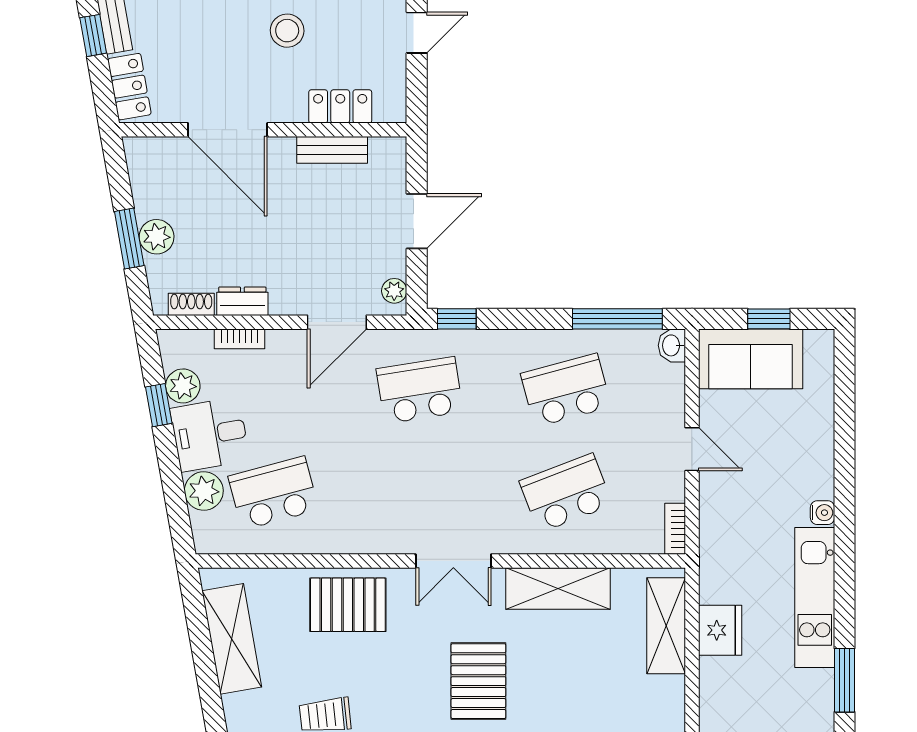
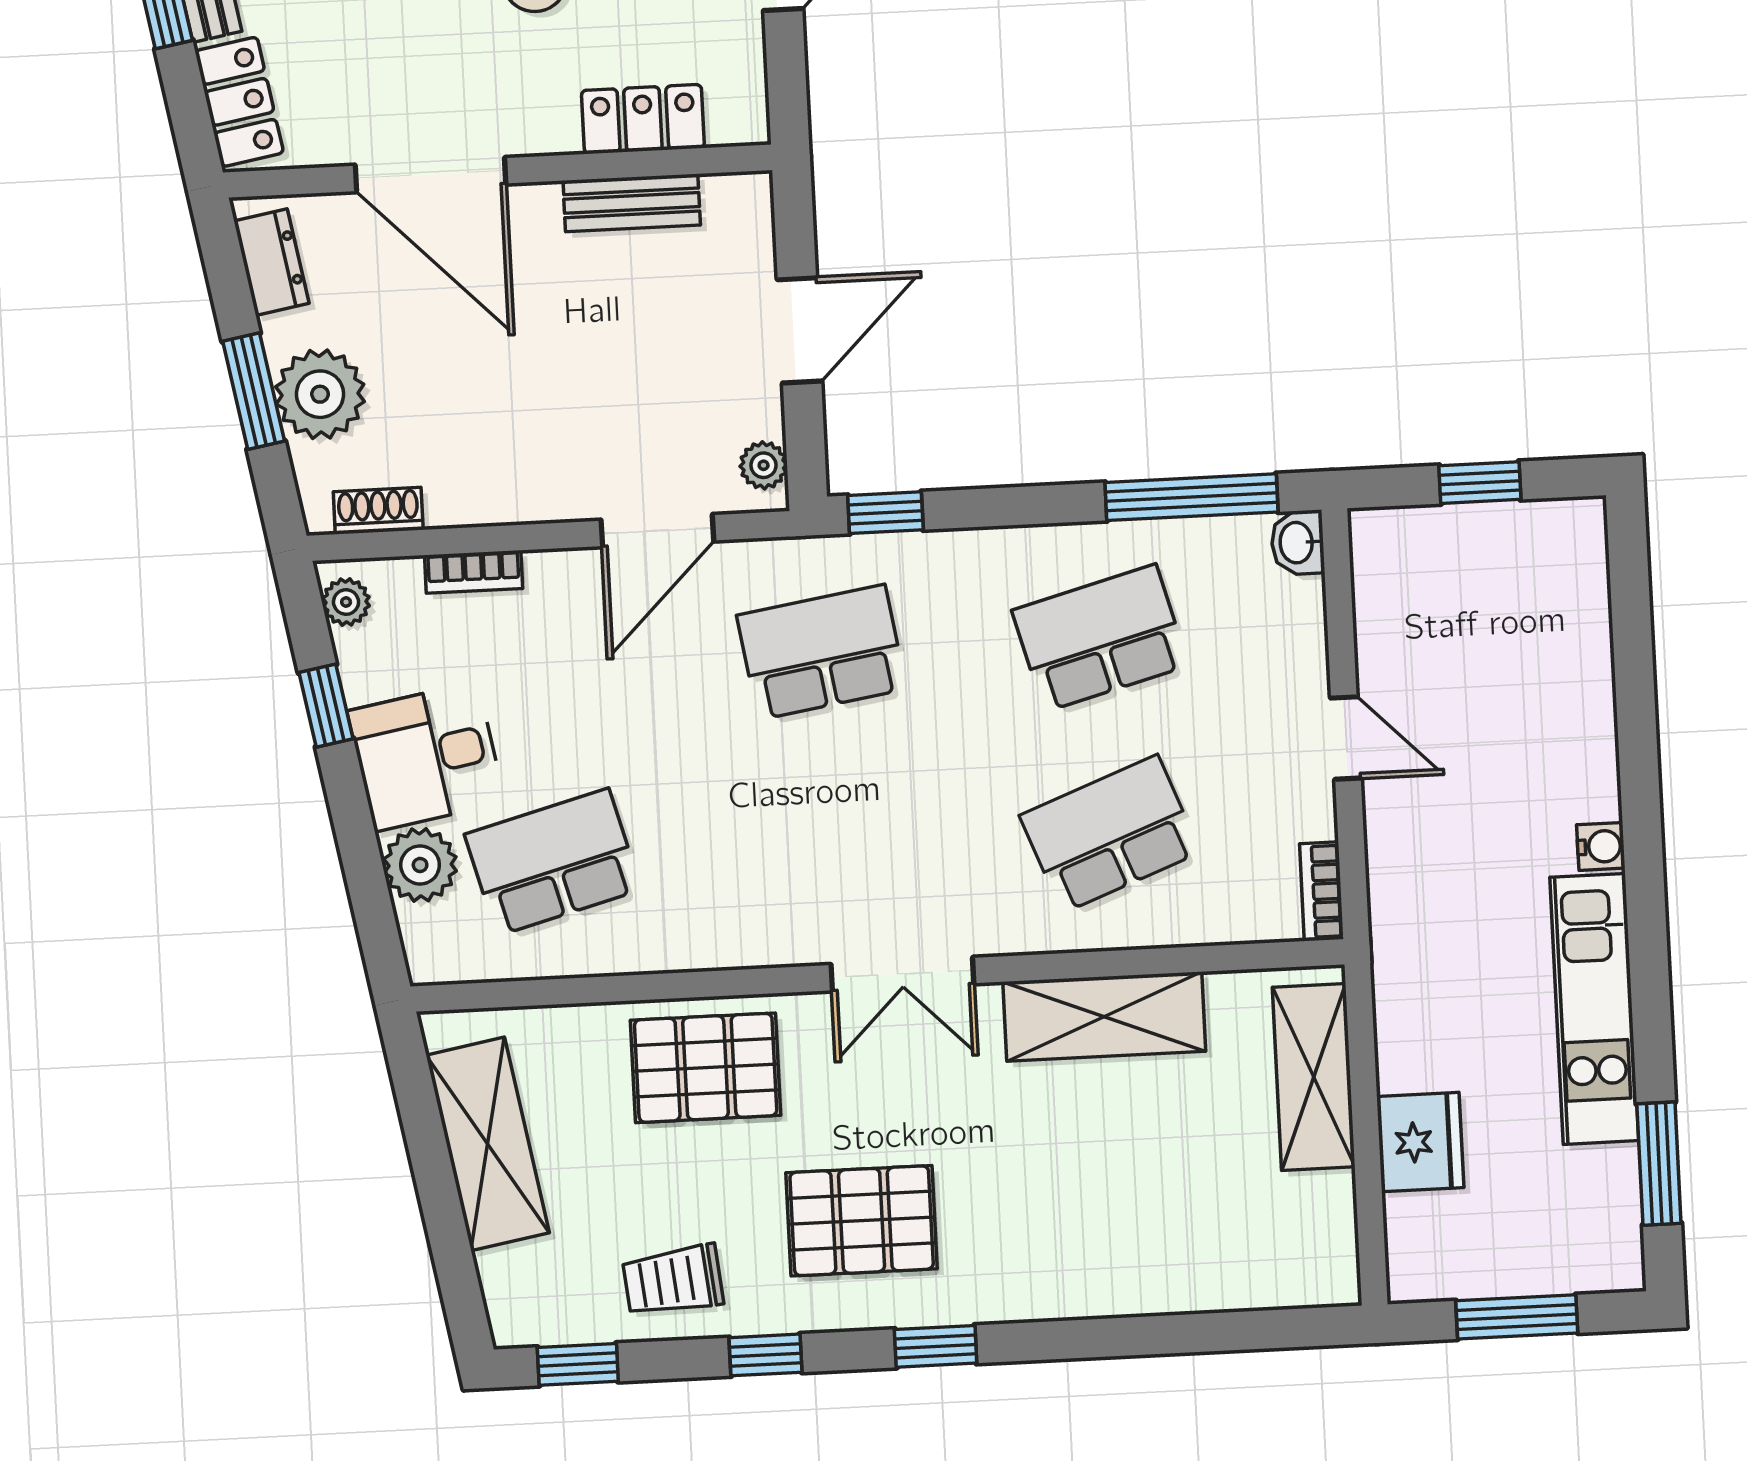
plant: (157, 237) -> (320, 394), width x1.36, depth x1.36
dresser: (242, 301) -> (272, 262), moved, turned 80
sofa: (751, 359) -> (1449, 561), removed
plant: (183, 386) -> (346, 602), moved, width x0.73, depth x0.73
fridge: (720, 630) -> (1420, 1142), moved
pallet: (478, 681) -> (862, 1221), moved, turned 90

